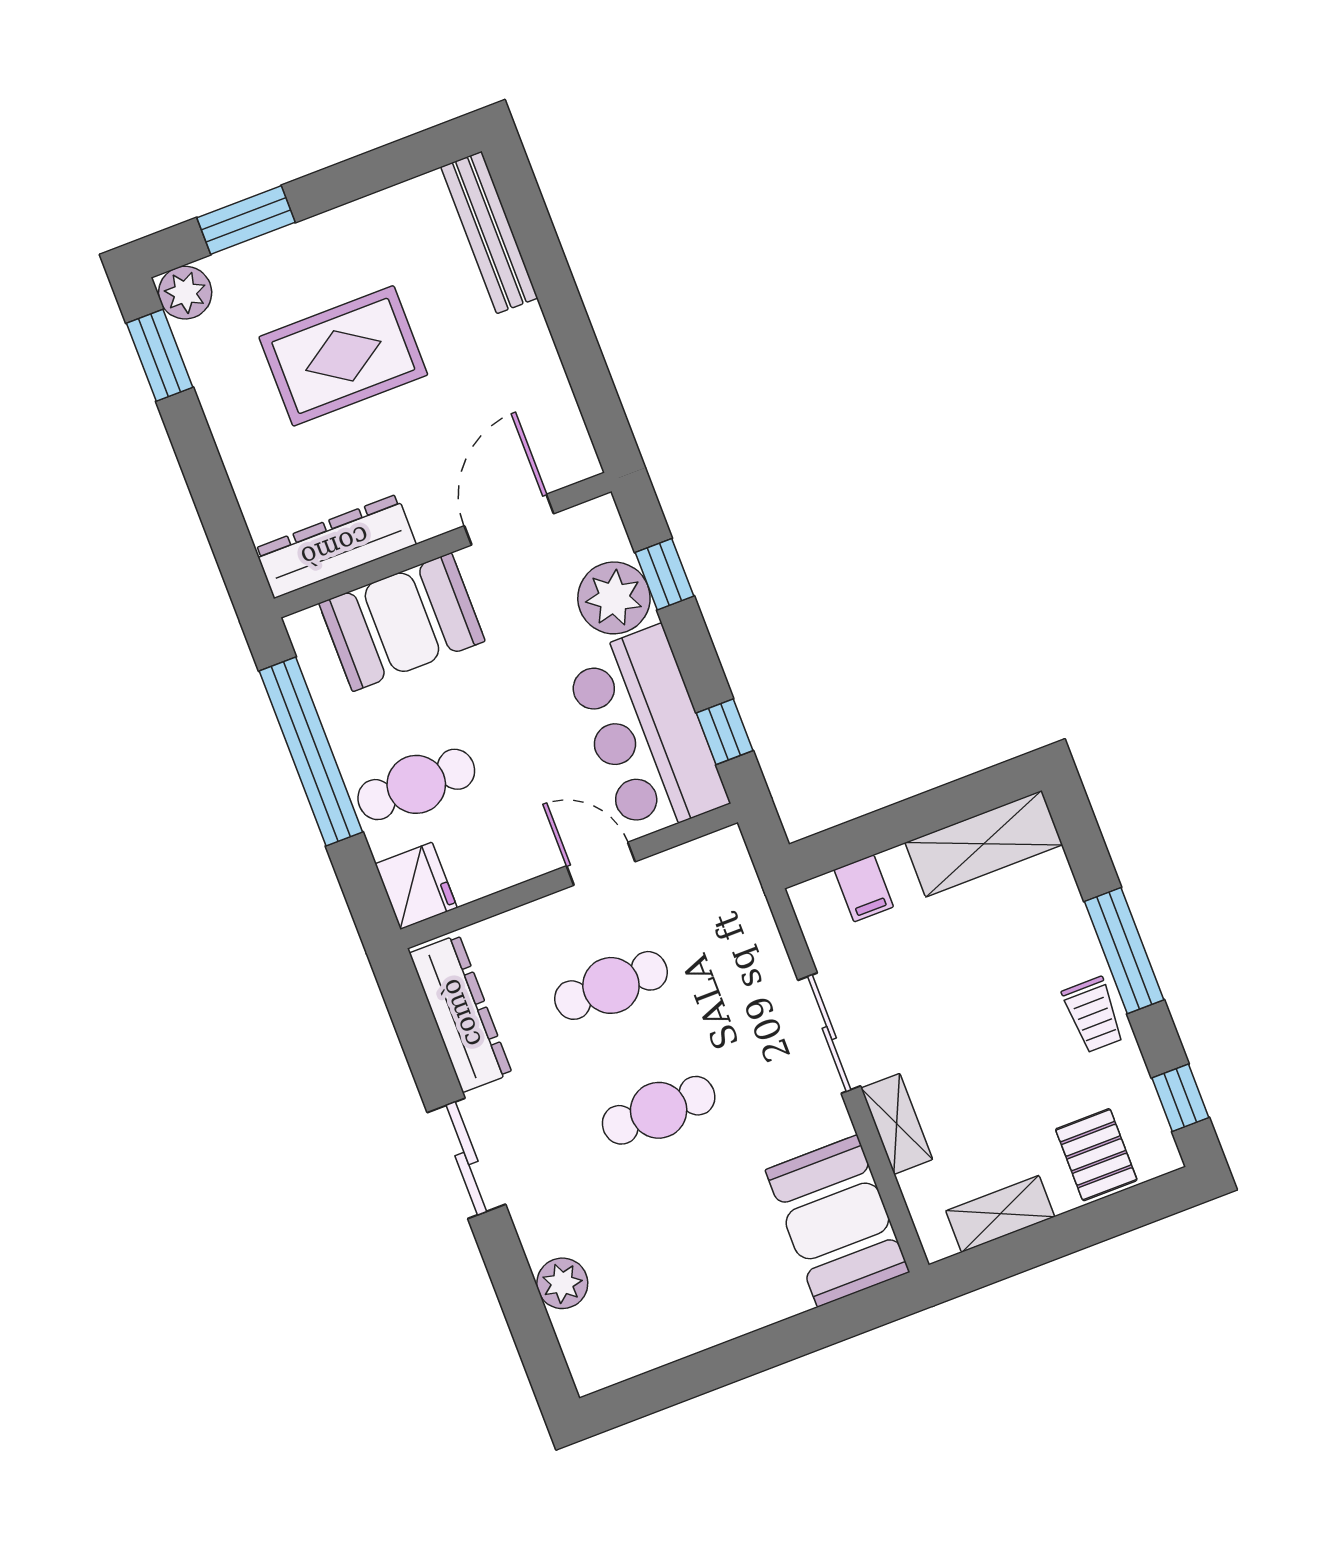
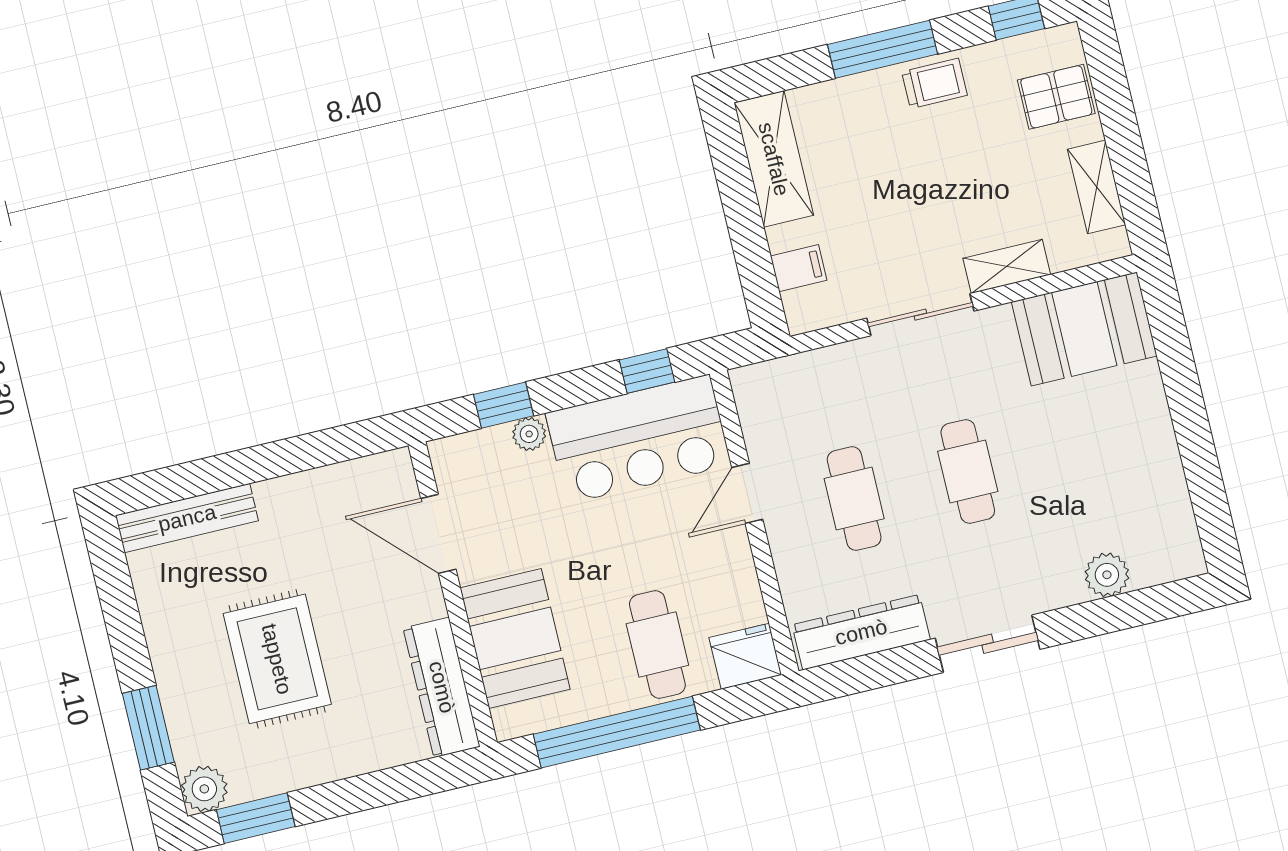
plant: (614, 598) -> (529, 434), width x0.53, depth x0.53

